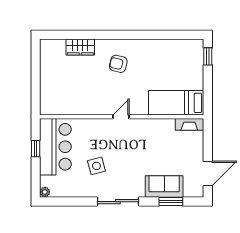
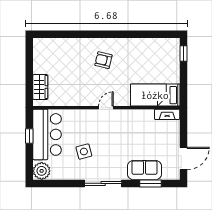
wardrobe: (80, 47) -> (40, 87), moved, turned -90
plant: (45, 192) -> (42, 171), width x1.88, depth x1.88

